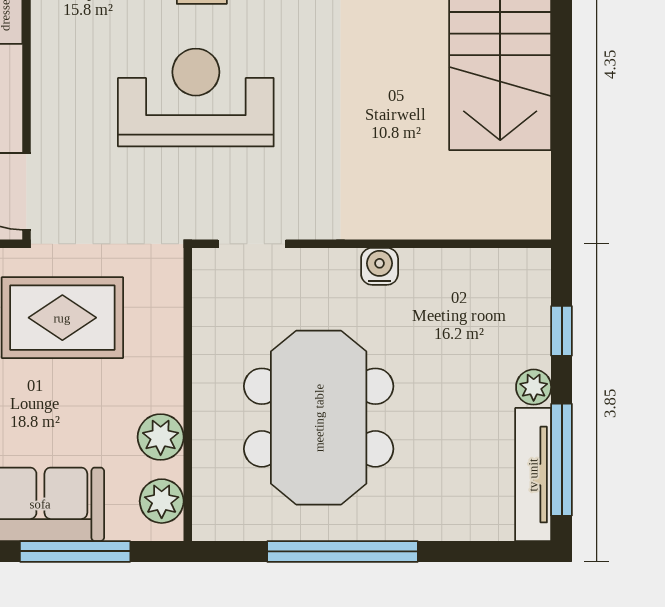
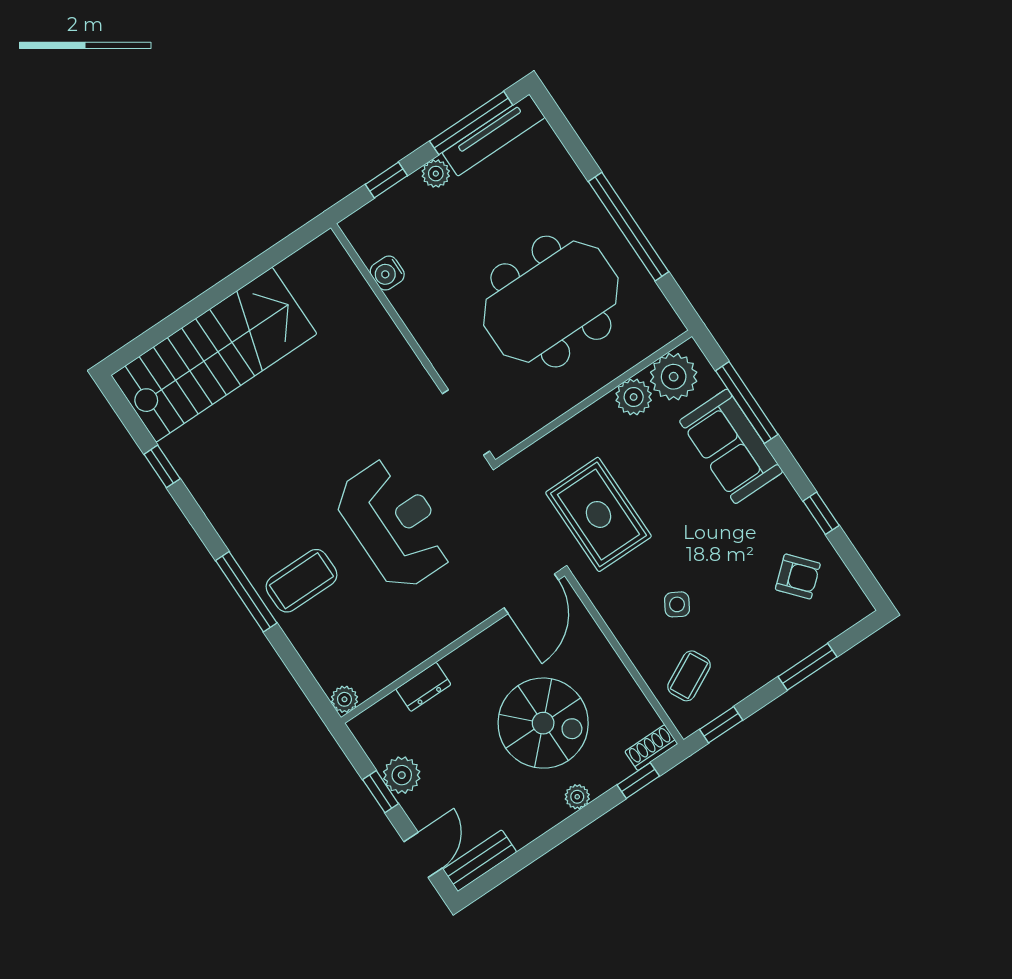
reception desk: (196, 98) -> (395, 524), turned 180
doorway: (252, 244) -> (466, 422), width x1.38
water cooler: (380, 266) -> (387, 273), moved
plant: (162, 501) -> (674, 377), width x1.36, depth x1.36

